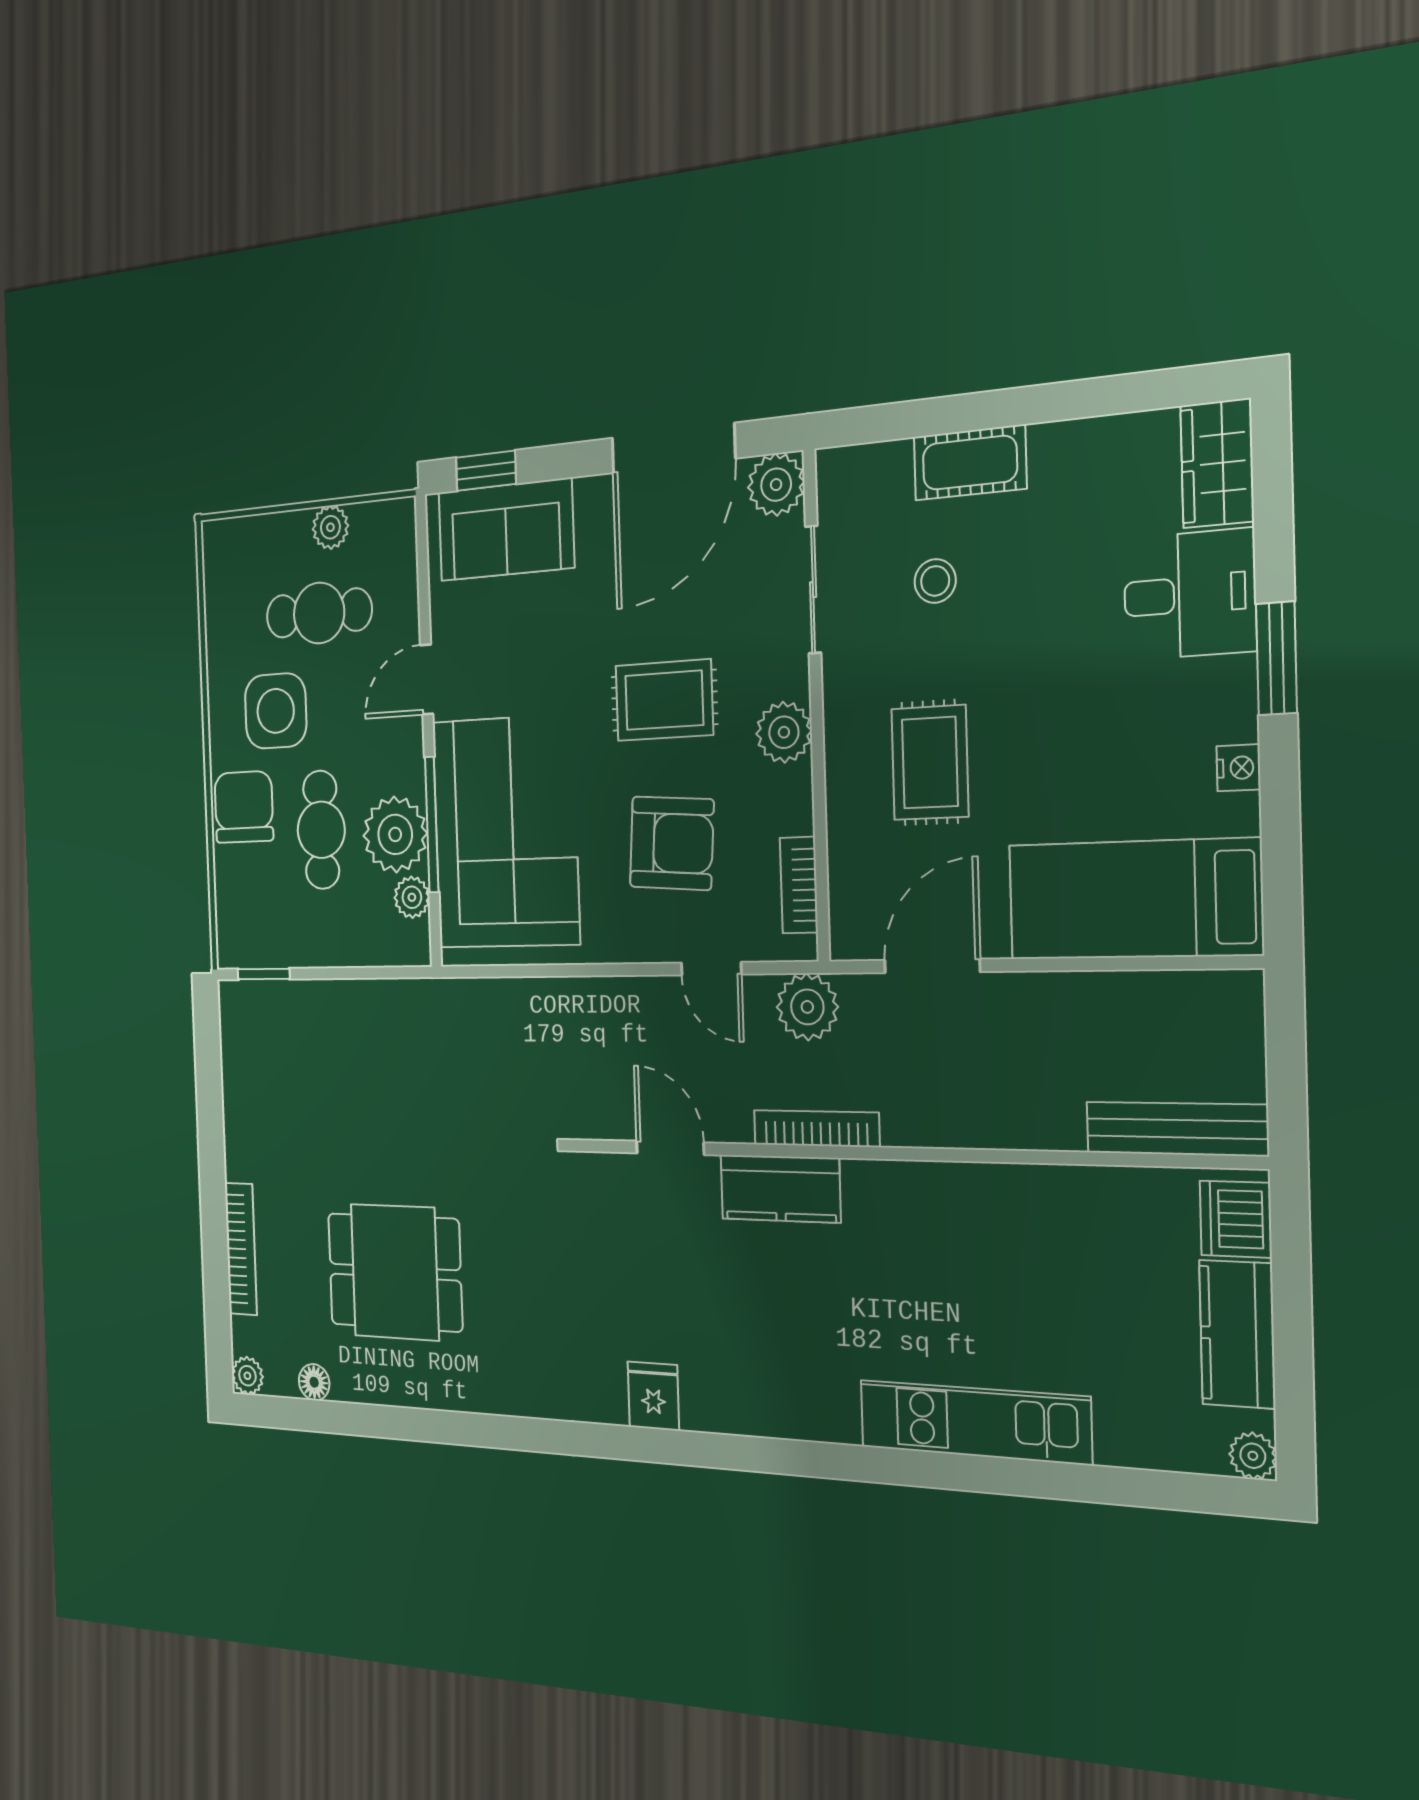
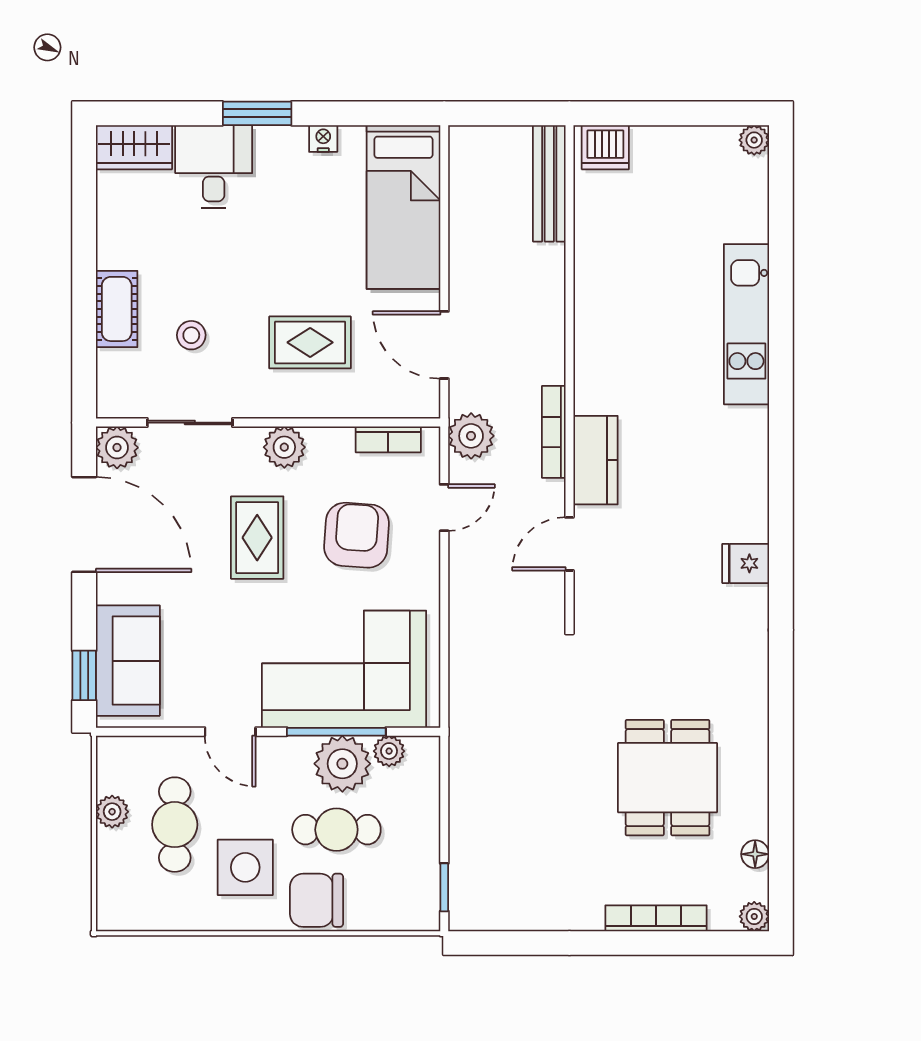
kitchen counter: (1237, 1334) -> (678, 148), removed

